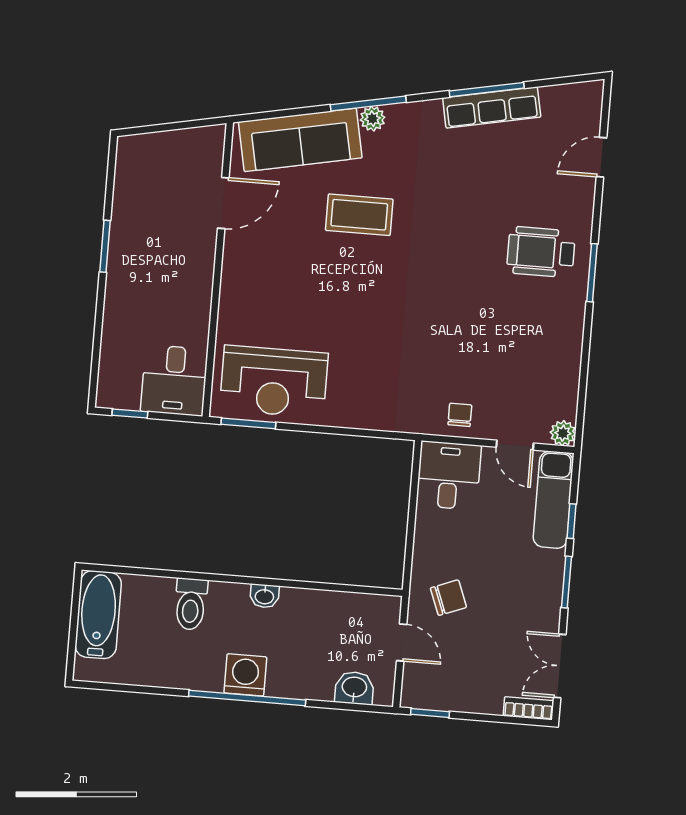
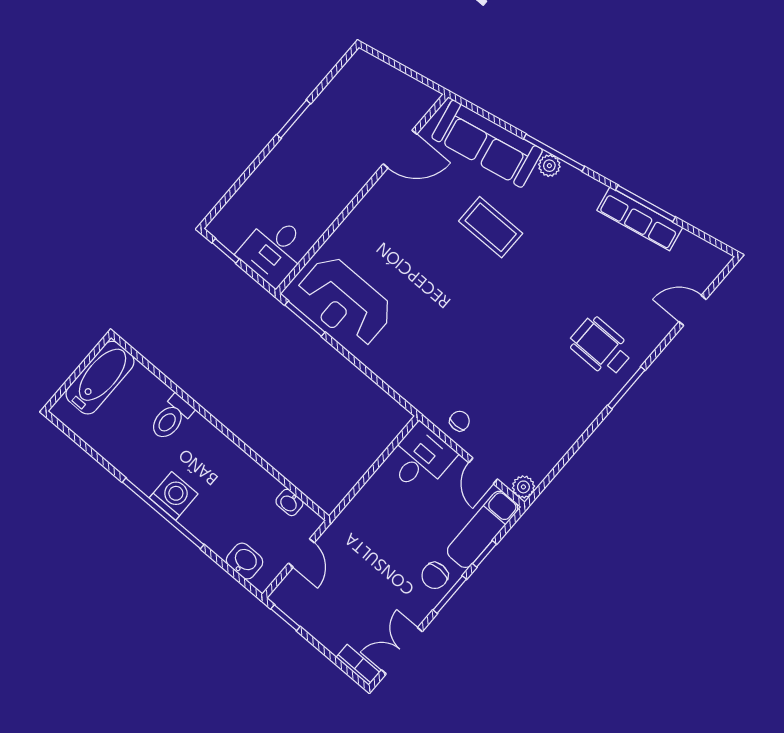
washbasin: (264, 596) -> (289, 502), moved
chair: (448, 598) -> (435, 576), moved, turned 111

